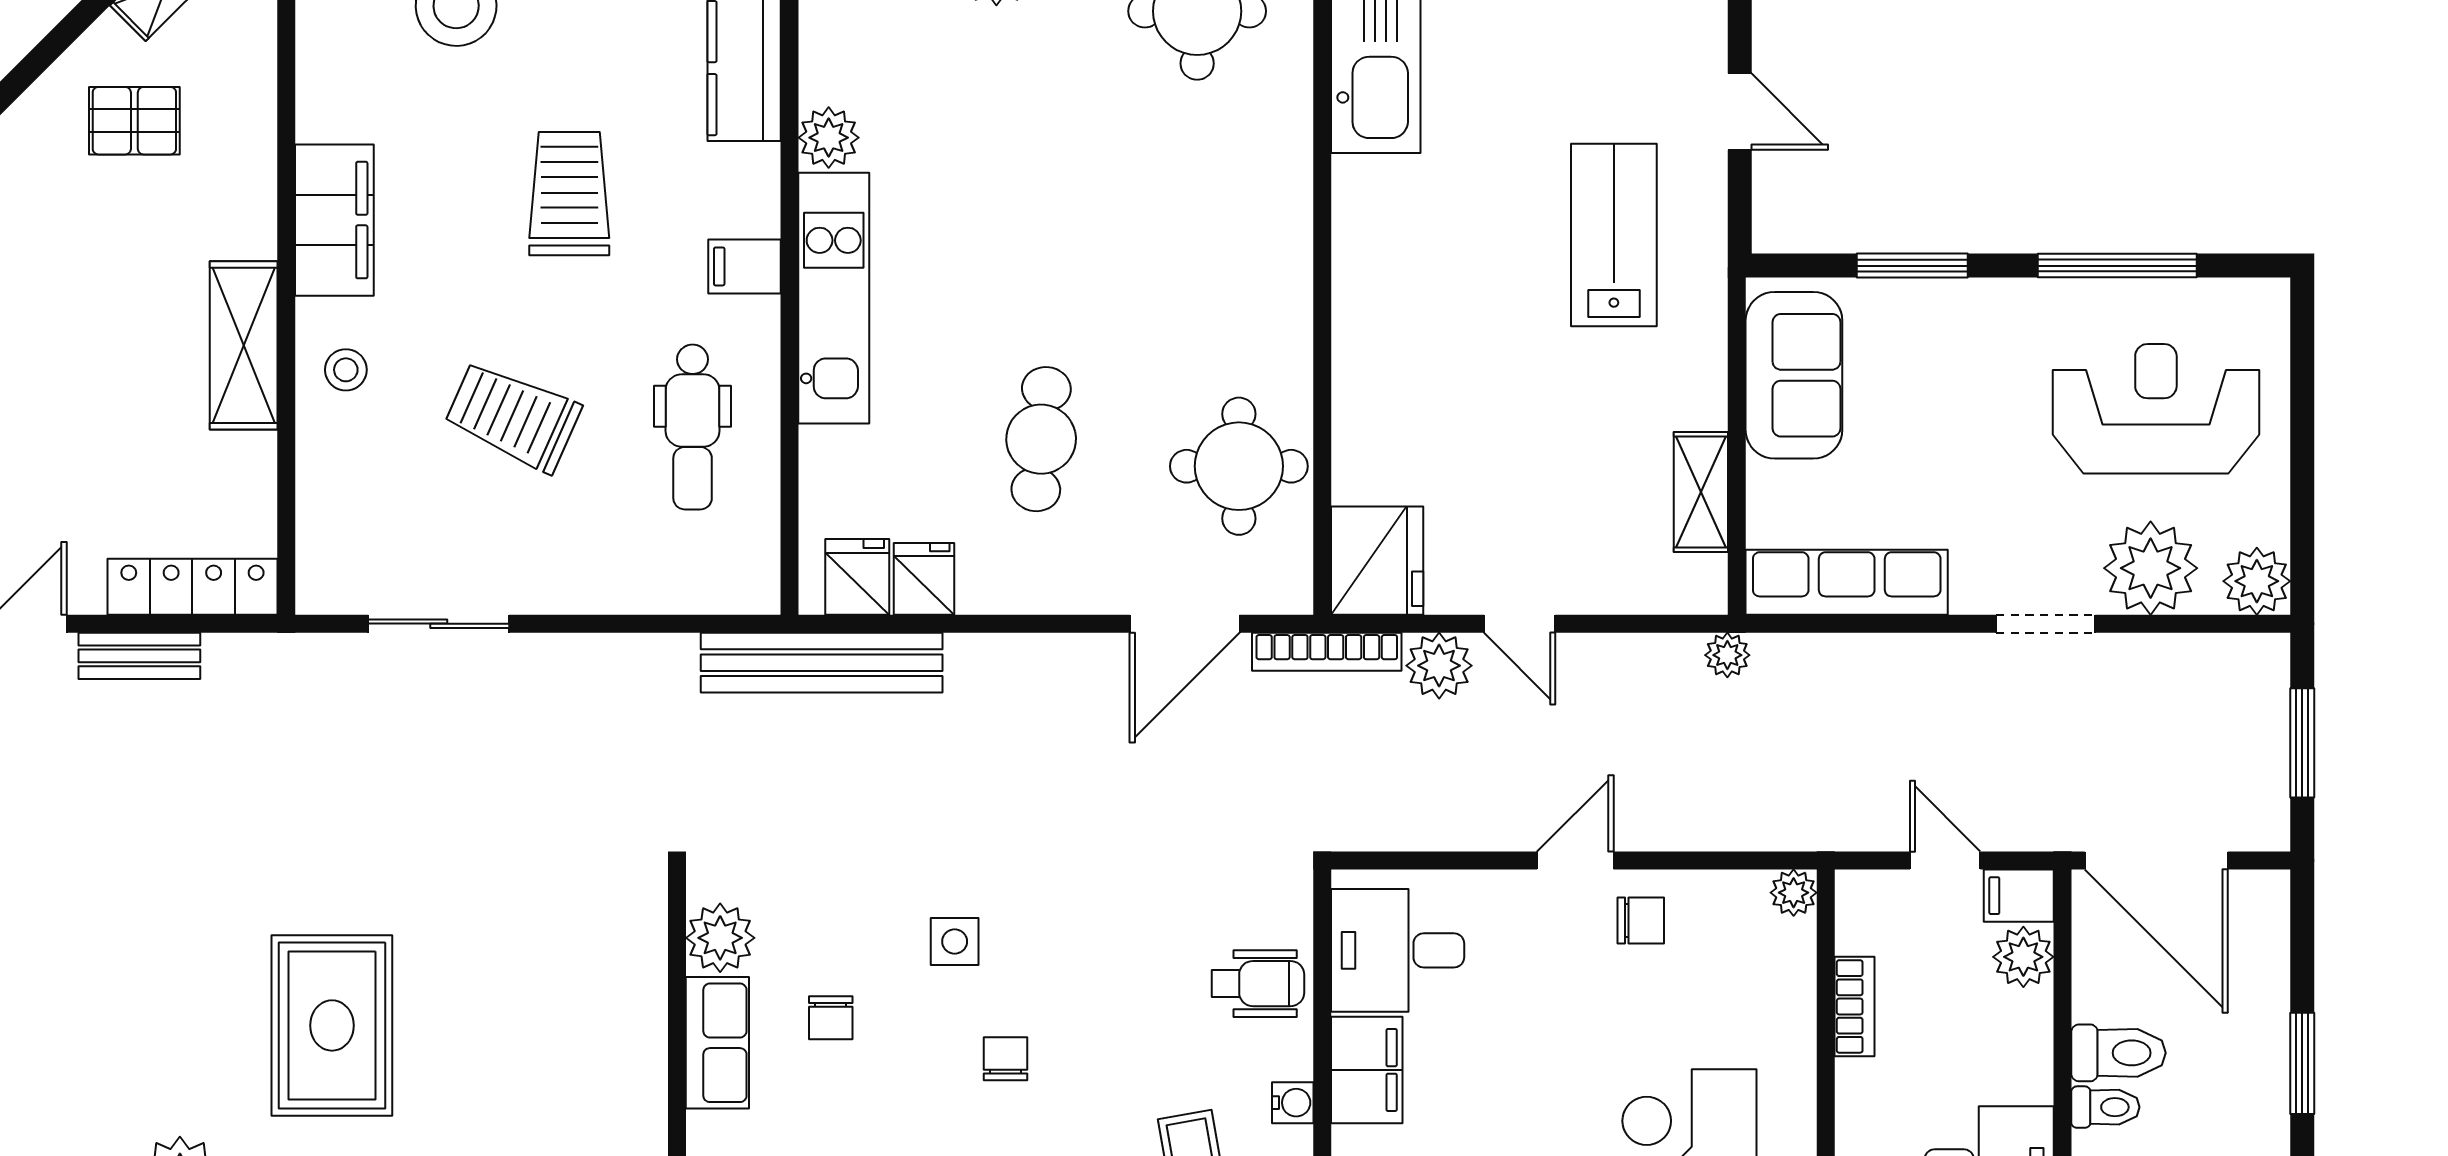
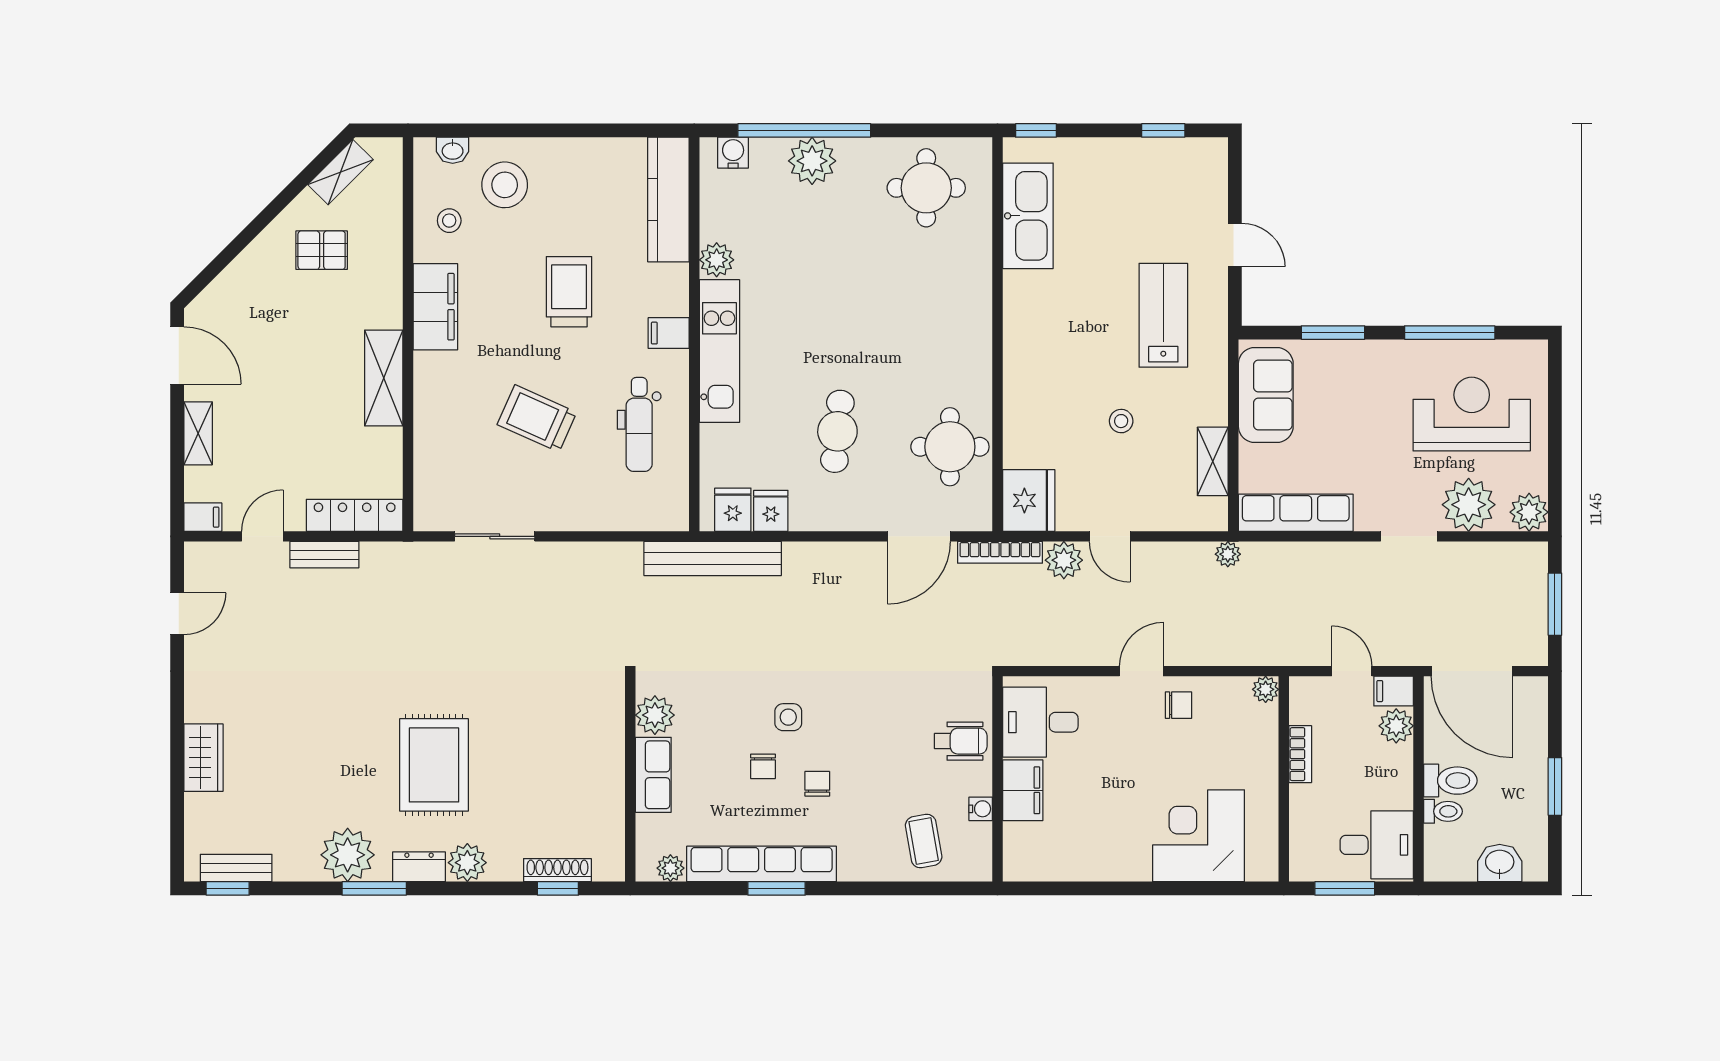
stool: (346, 370) -> (449, 221), moved
stool: (1540, 421) -> (1121, 421), added
chair: (831, 1018) -> (763, 766), moved

